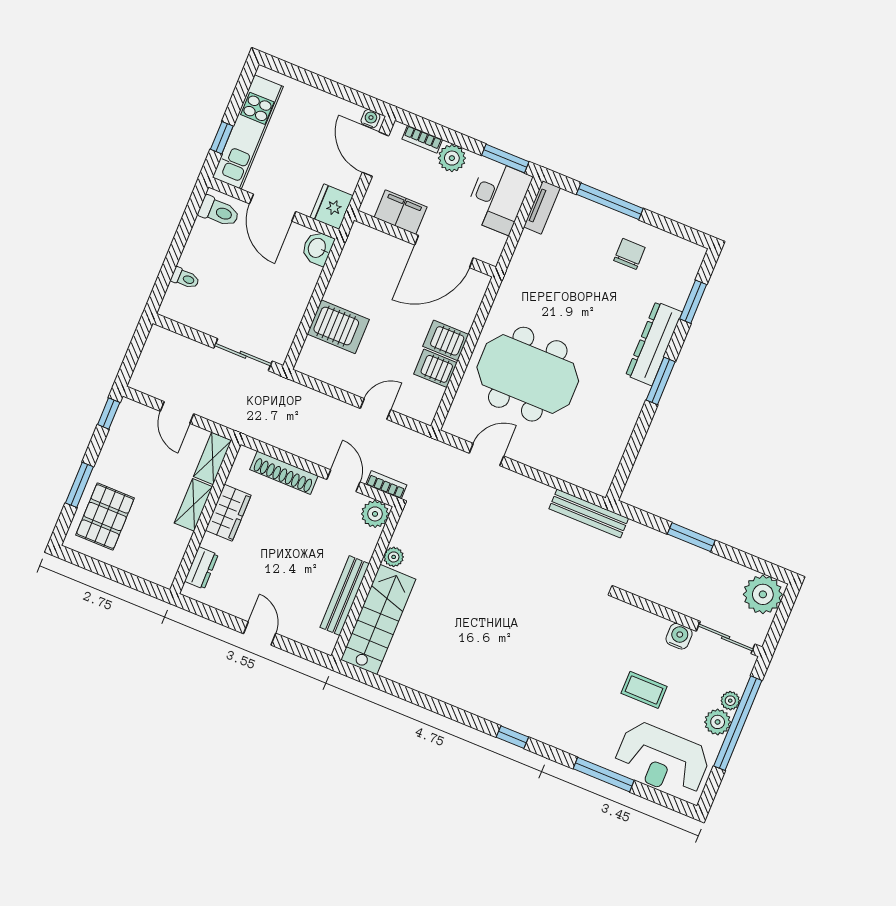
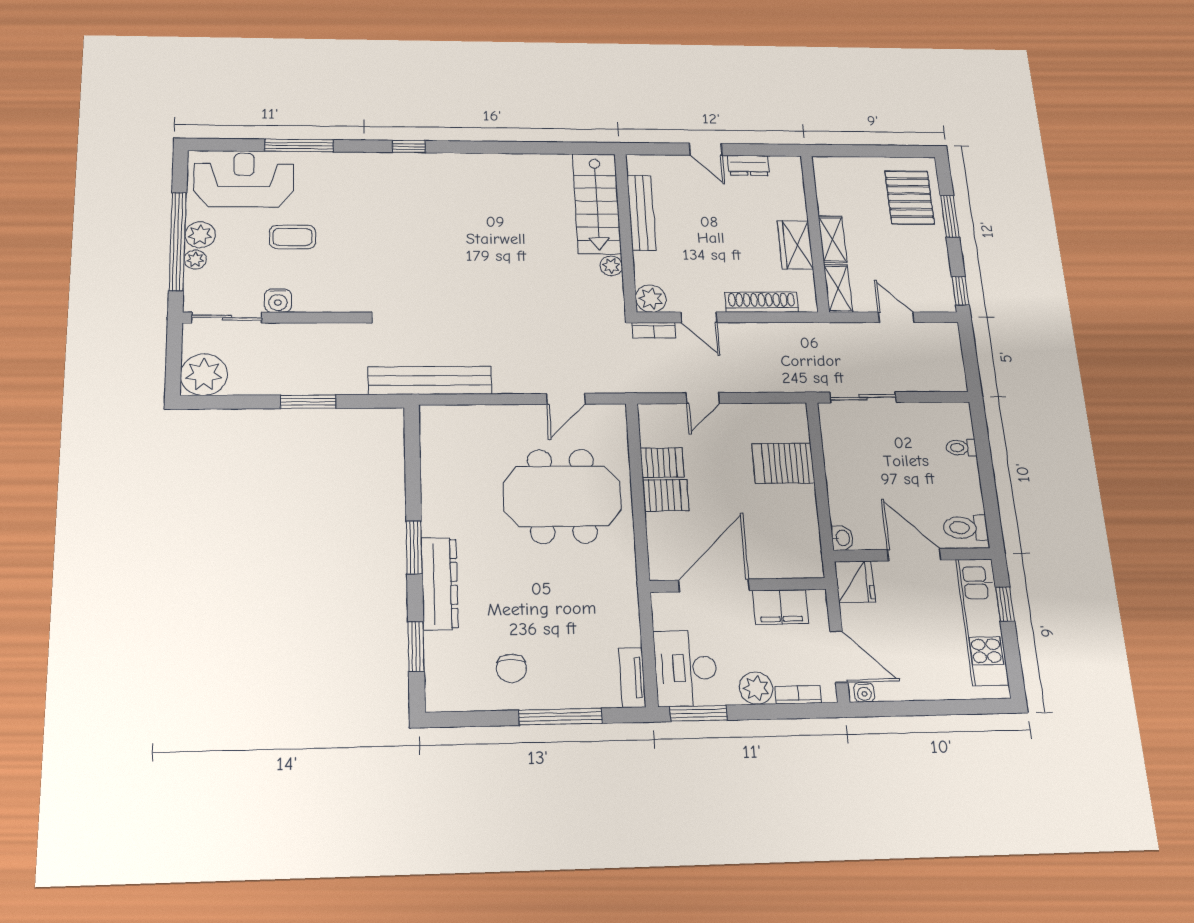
washbasin: (318, 248) -> (842, 538), width x0.72, depth x0.69
bench: (589, 514) -> (430, 381), width x1.37, depth x1.21
dresser: (201, 568) -> (748, 165), moved, turned -90

